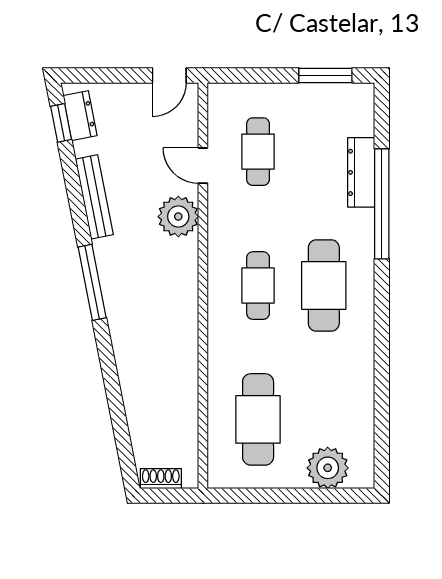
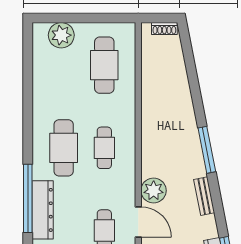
door: (203, 166) -> (138, 222), width x1.38
dresser: (361, 172) -> (43, 210), width x1.37, depth x1.24
bench: (94, 197) -> (204, 196), width x0.73

